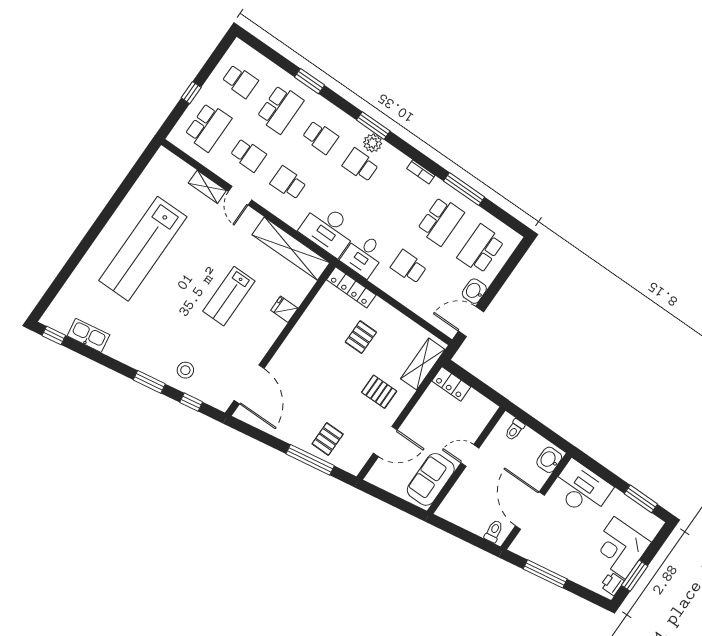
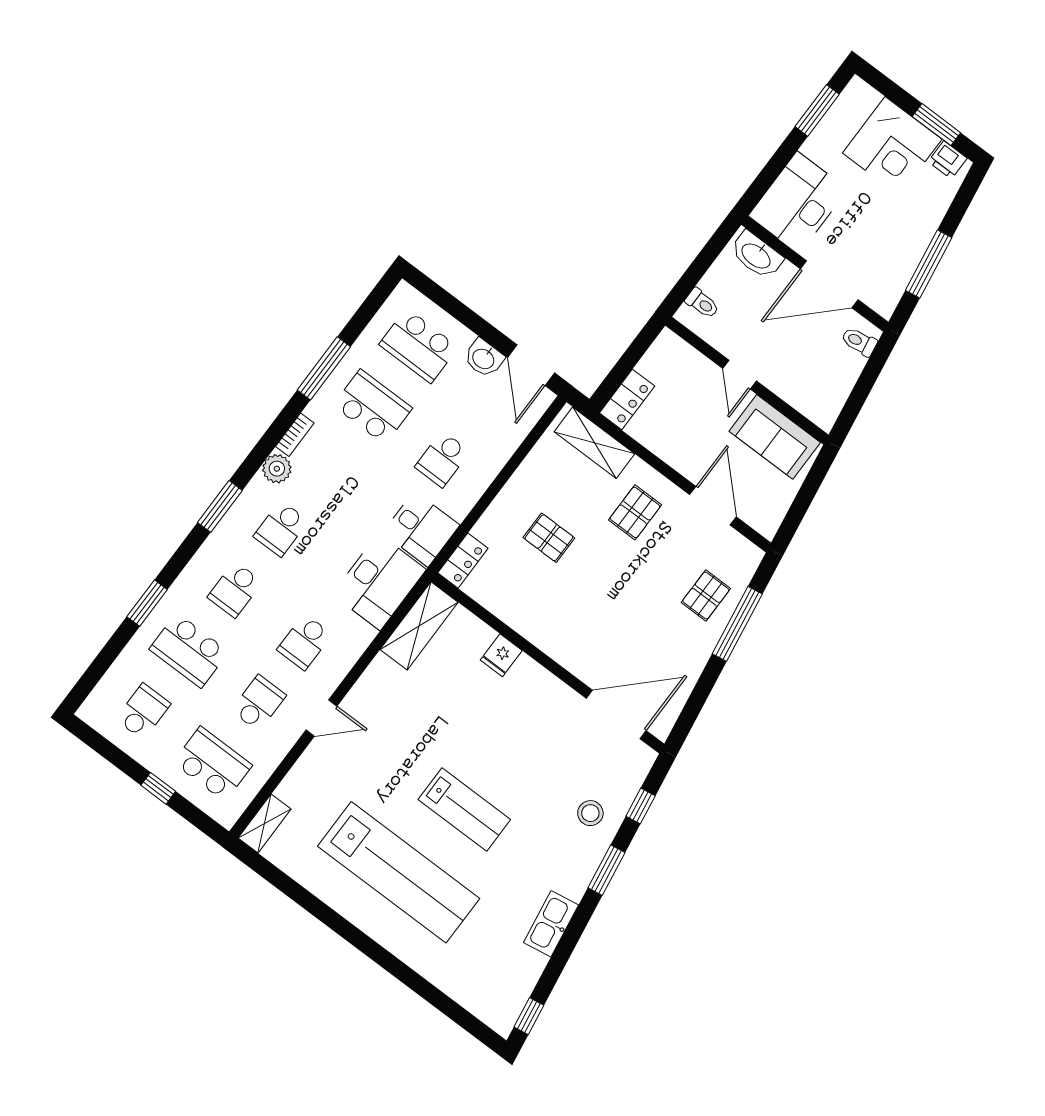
school desk: (280, 109) -> (189, 651), turned 180
school desk: (320, 137) -> (235, 590), turned 180
plant: (373, 143) -> (277, 469), moved
shelving: (207, 187) -> (265, 823), moved
shelving: (291, 249) -> (419, 626), width x0.68
locker: (351, 287) -> (463, 561), width x0.66
lab bench: (229, 296) -> (464, 810), moved
kitchen sink: (88, 335) -> (551, 924), moved
pallet: (328, 439) -> (706, 595), turned 90
washbasin: (549, 460) -> (756, 255), width x1.38

